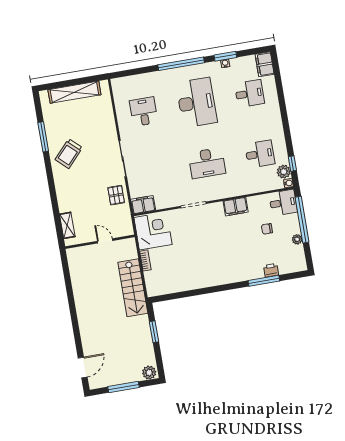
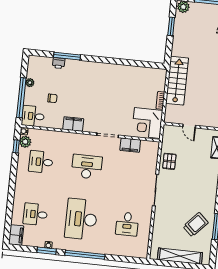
trolley: (69, 154) -> (196, 225), moved
filing cabinet: (143, 205) -> (130, 145), moved
window: (154, 332) -> (171, 26), moved

